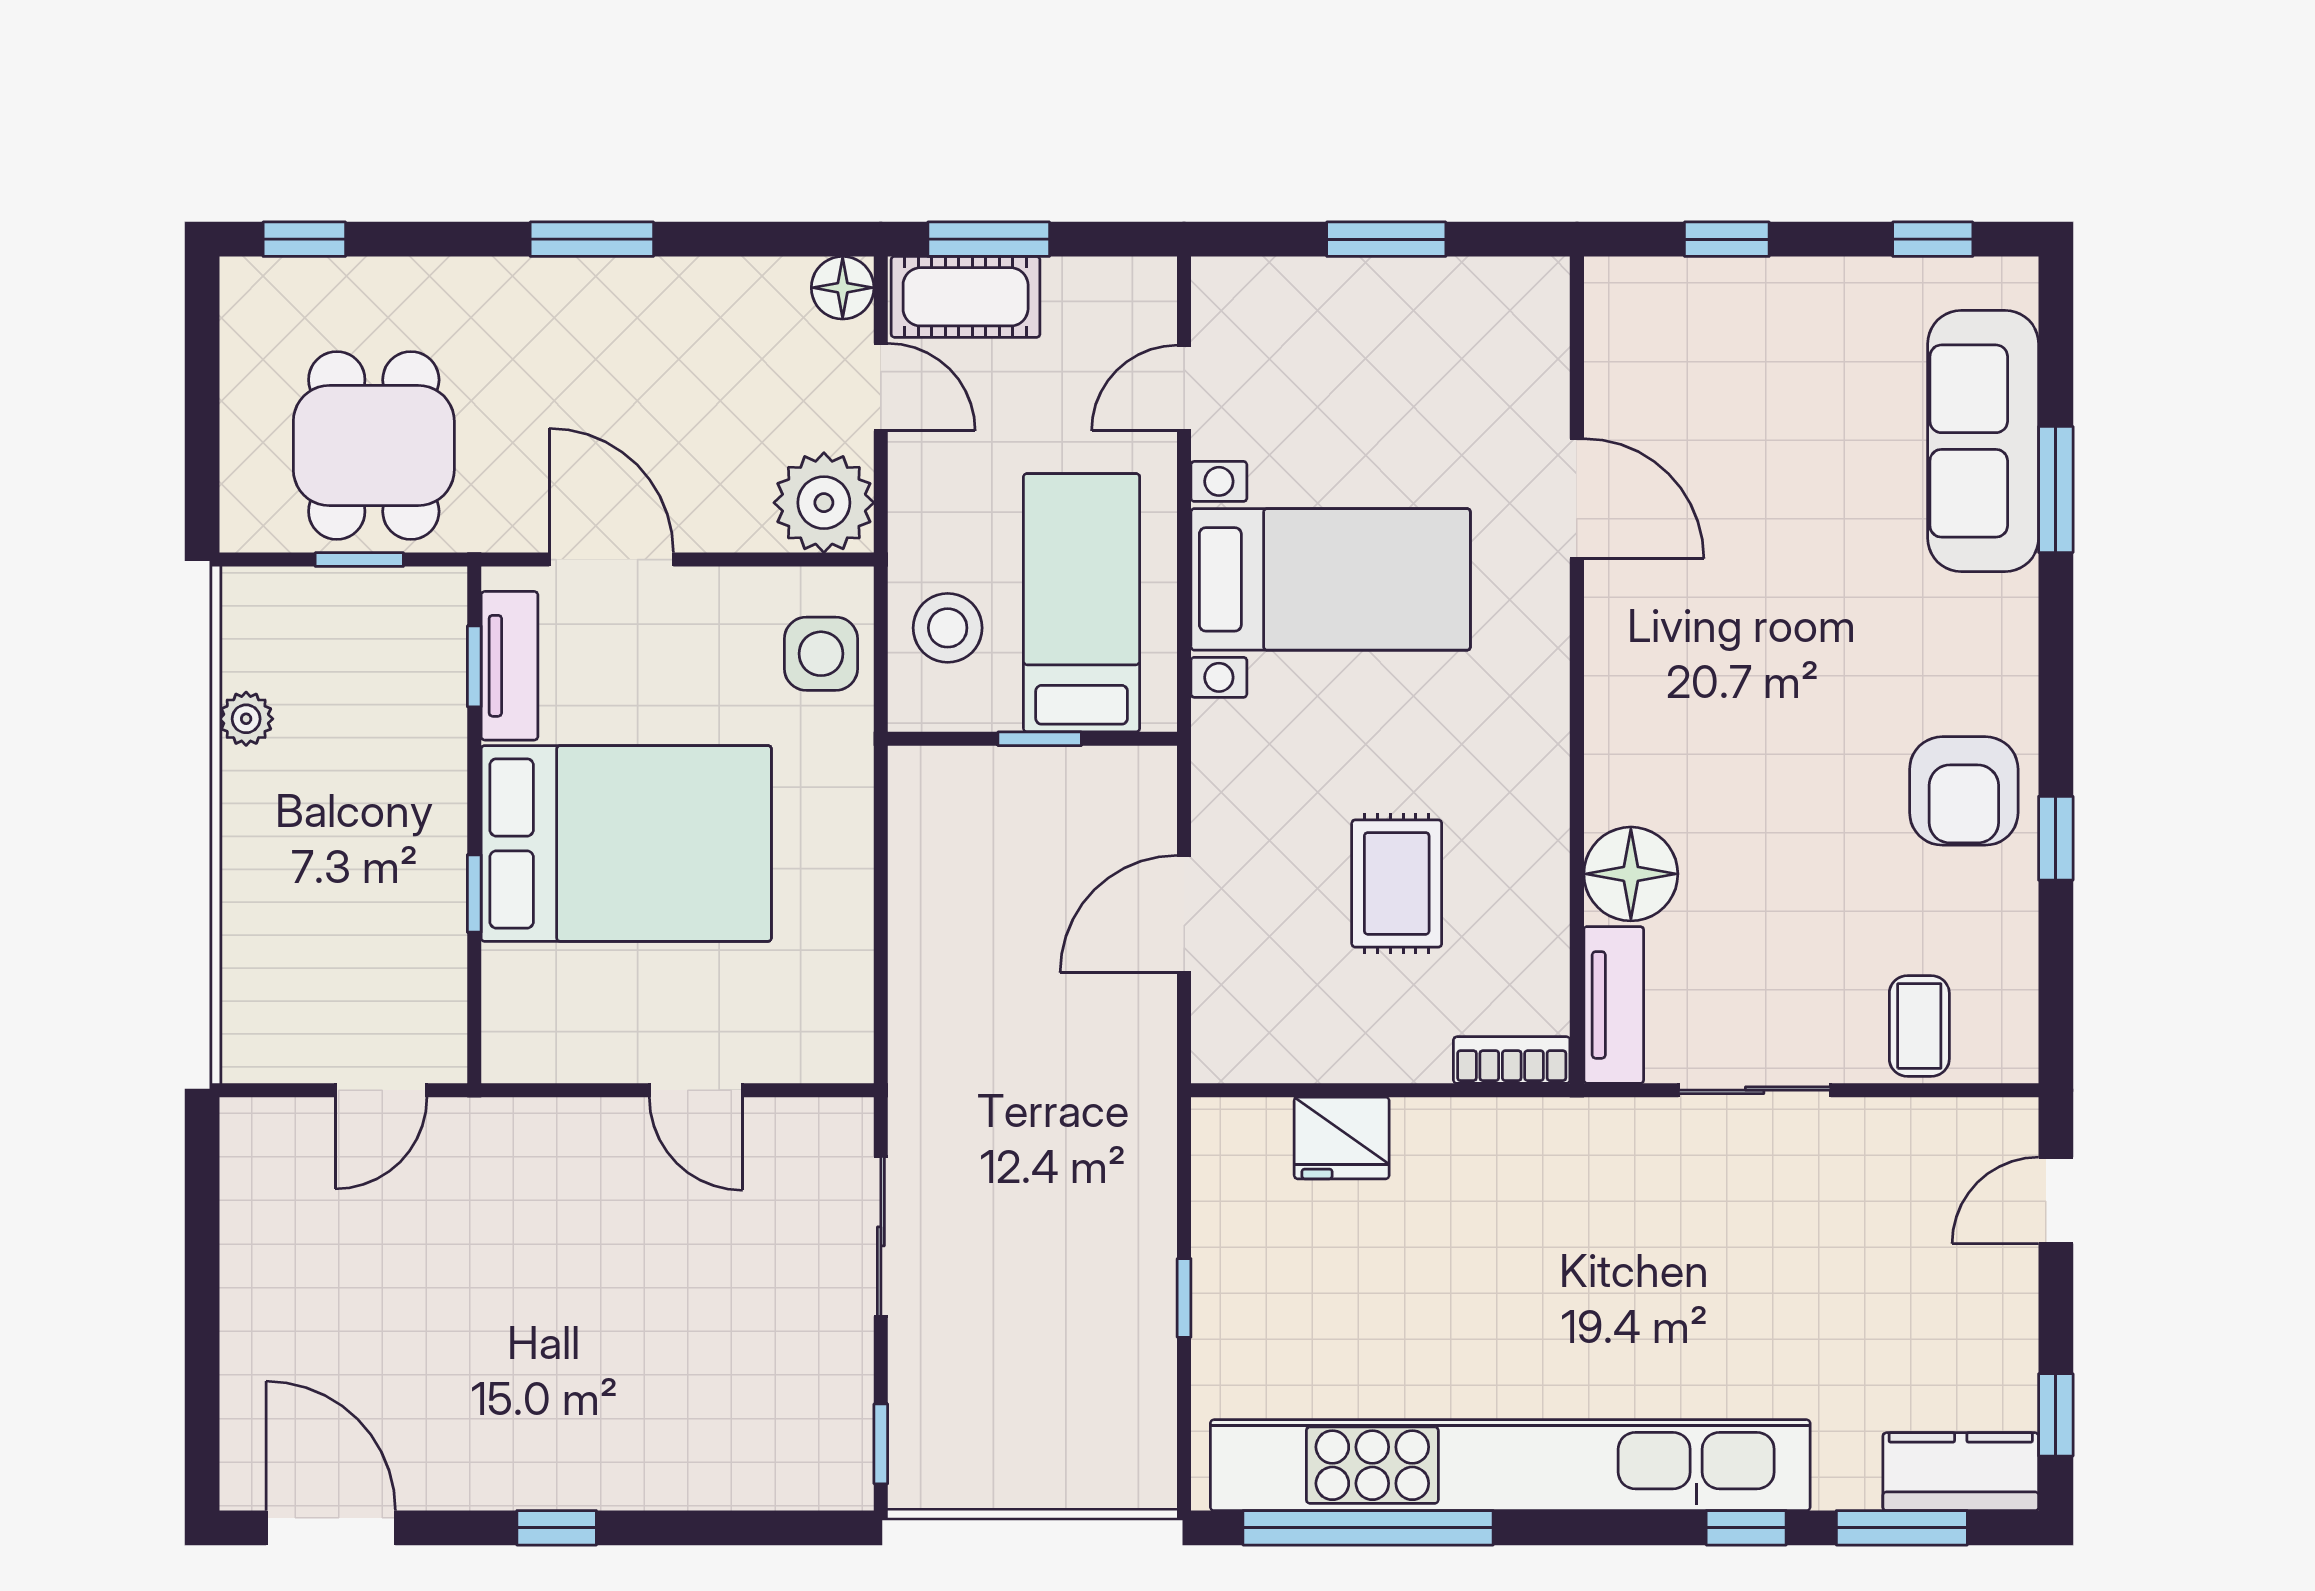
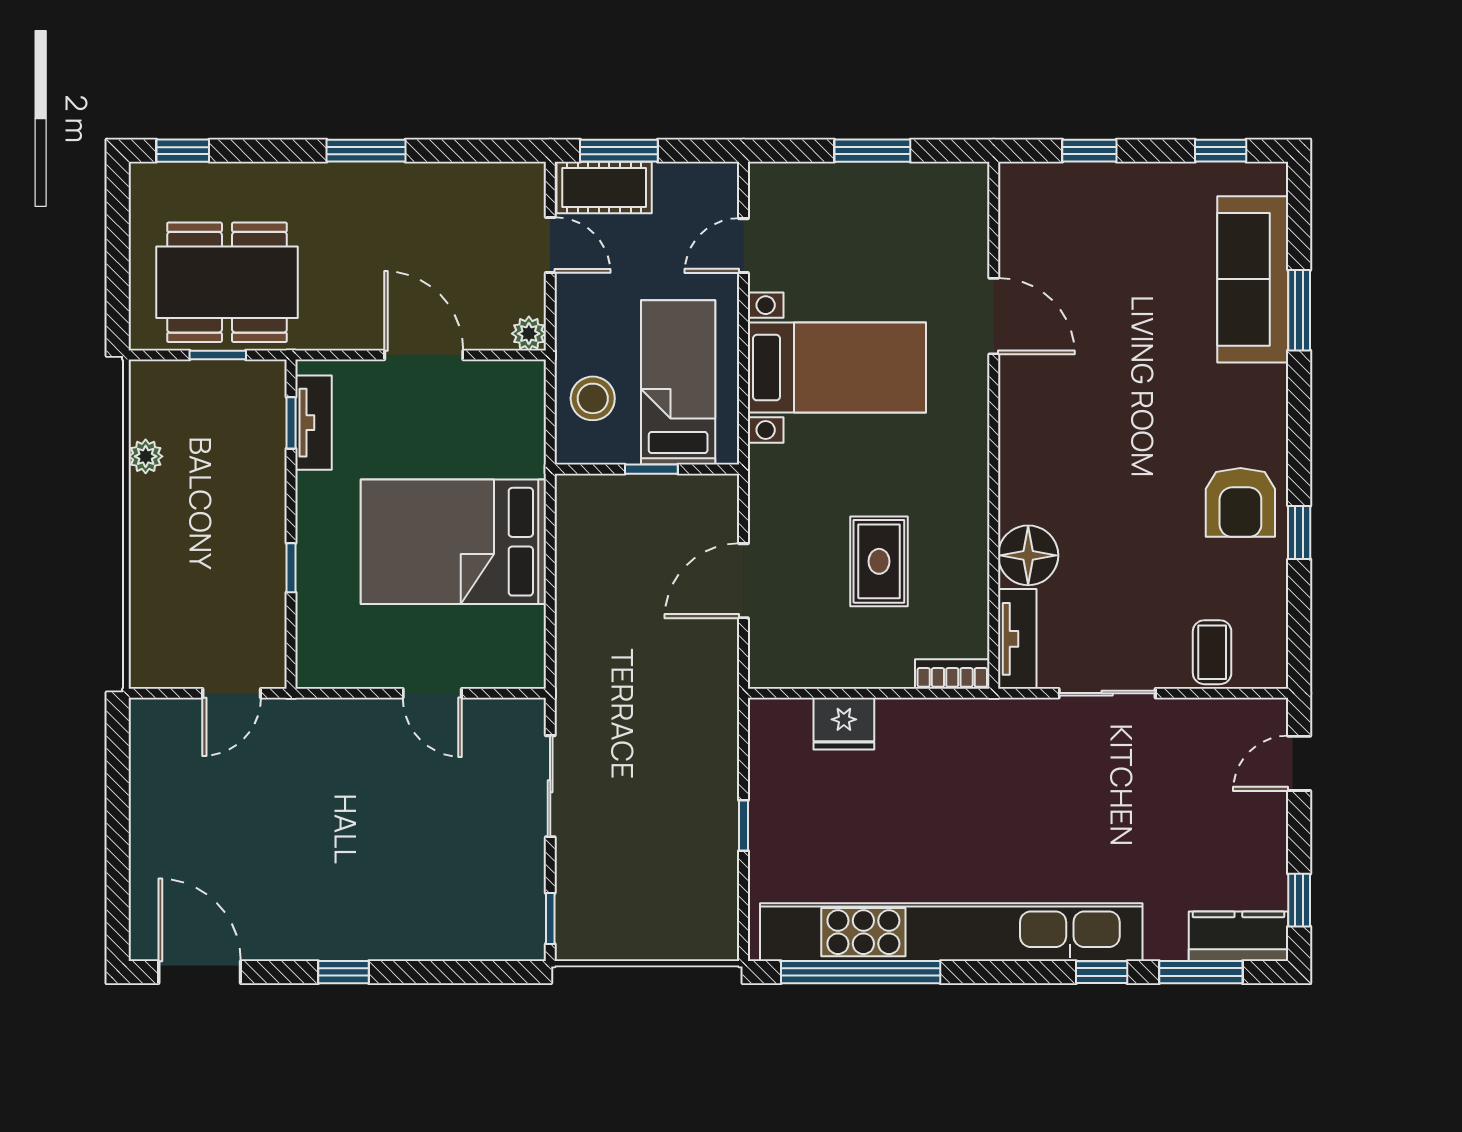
floor lamp: (843, 288) -> (526, 182), removed
dining table: (374, 446) -> (227, 282), width x1.38
plant: (824, 503) -> (529, 334), width x0.53, depth x0.53
door: (611, 560) -> (424, 355), moved
side table: (821, 654) -> (512, 415), removed
bed: (626, 843) -> (453, 542), moved, turned 180

